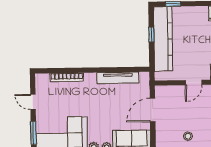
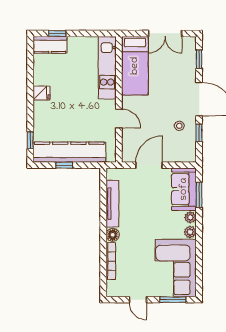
floor lamp: (90, 78) -> (113, 235), added
door: (33, 102) -> (138, 300), hinge flipped
door: (153, 110) -> (149, 165), swing flipped

